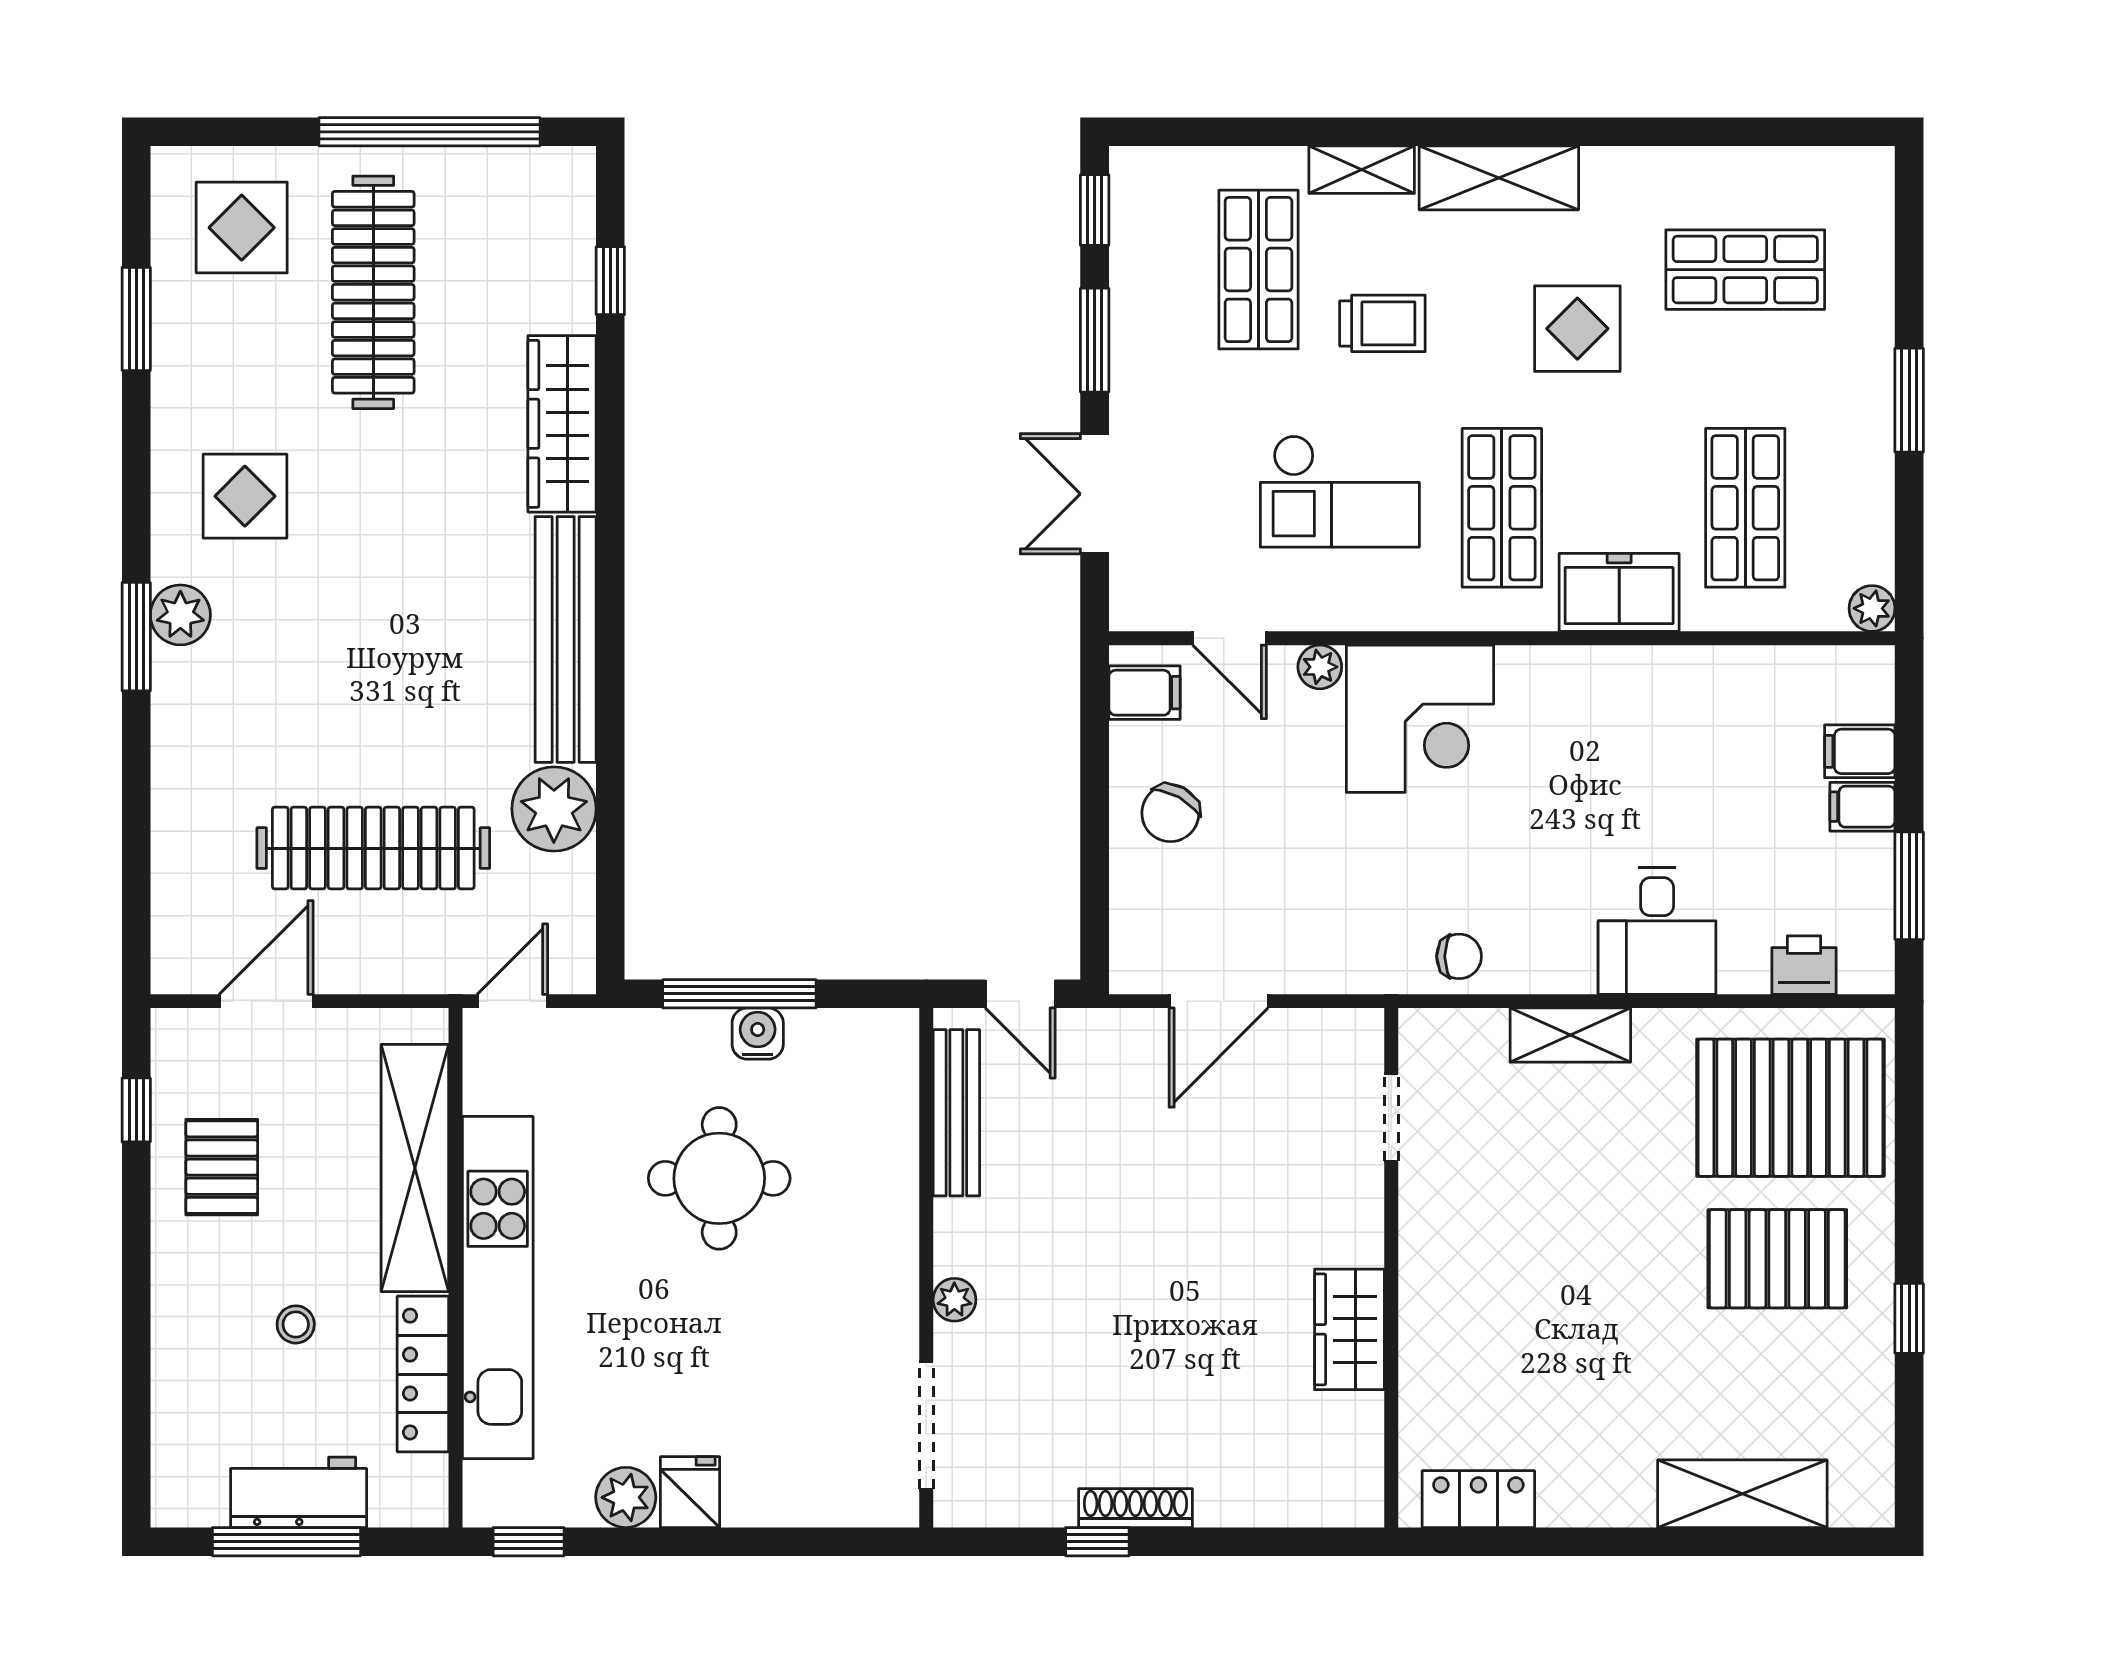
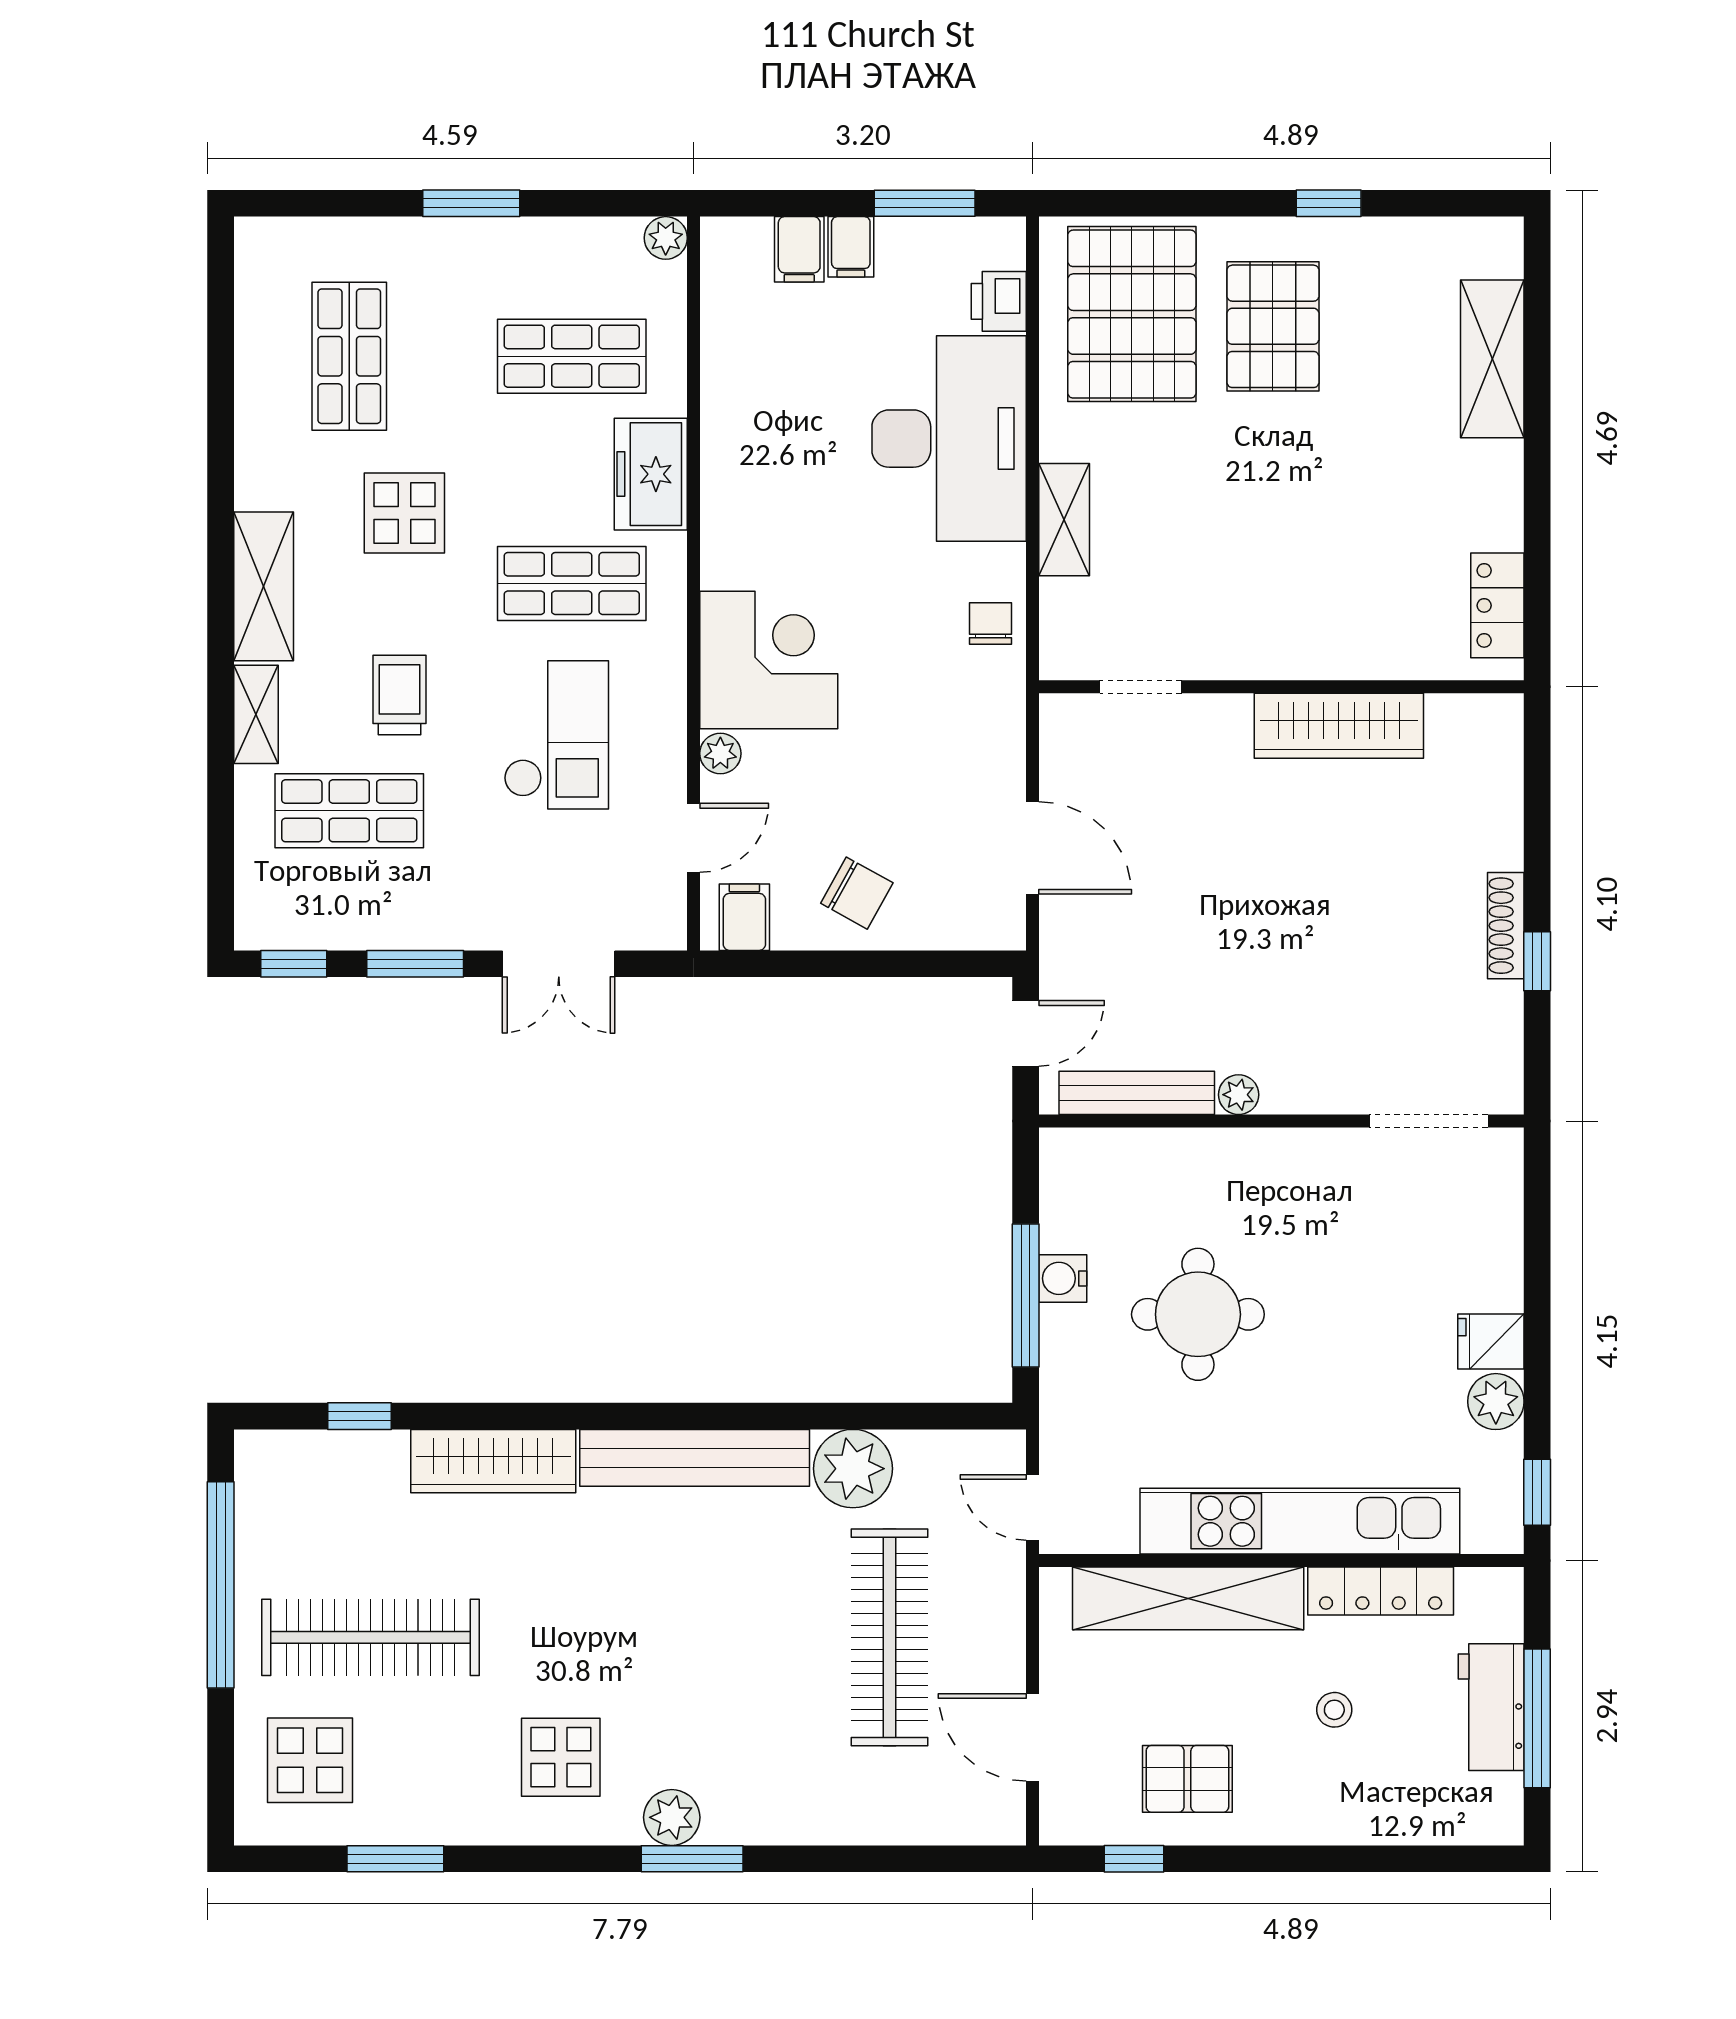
desk: (1657, 931) -> (949, 439), width x1.87, depth x1.30
plant: (954, 1300) -> (1239, 1095), moved
wardrobe: (1350, 1329) -> (1339, 726), width x1.50

